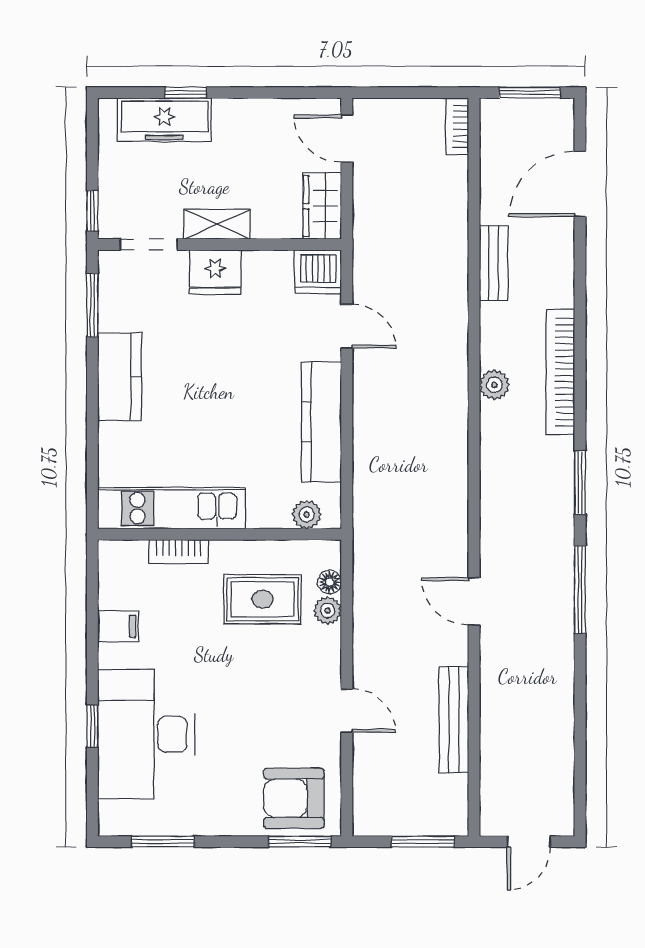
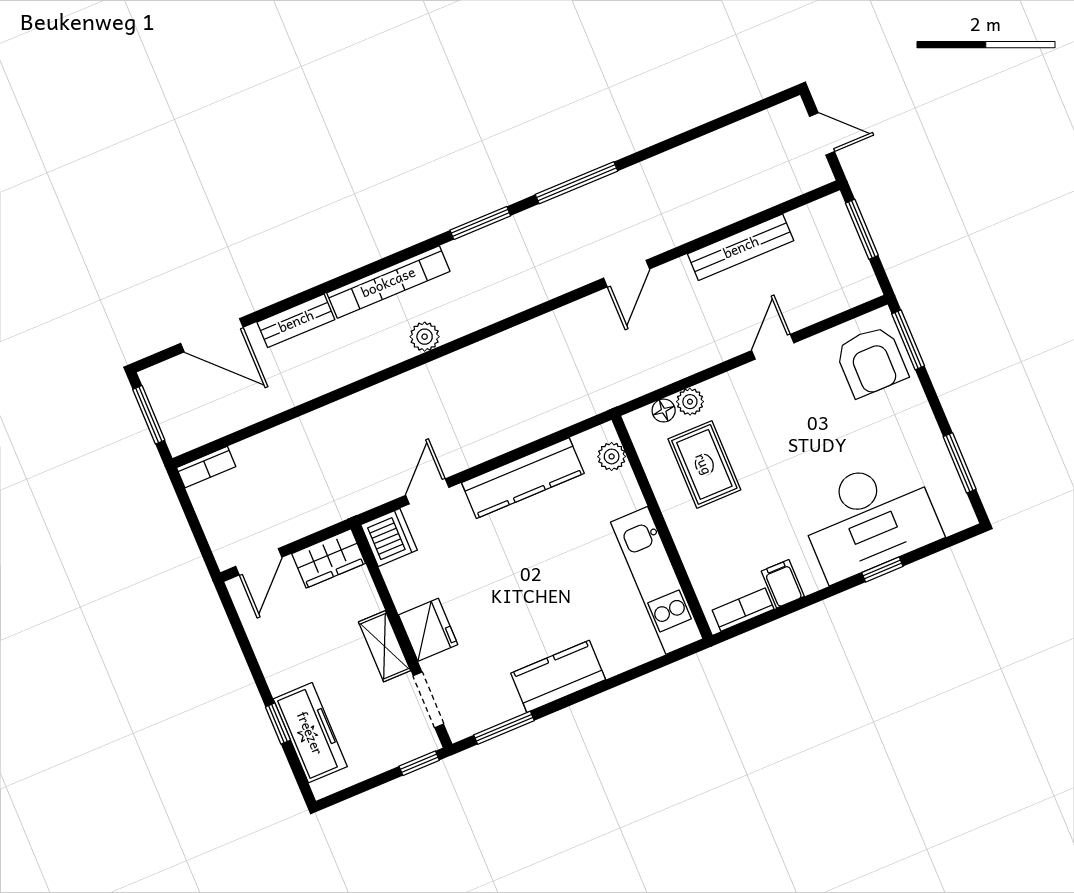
bench: (494, 263) -> (296, 321), moved
bookcase: (179, 551) -> (743, 610), moved, turned -90

